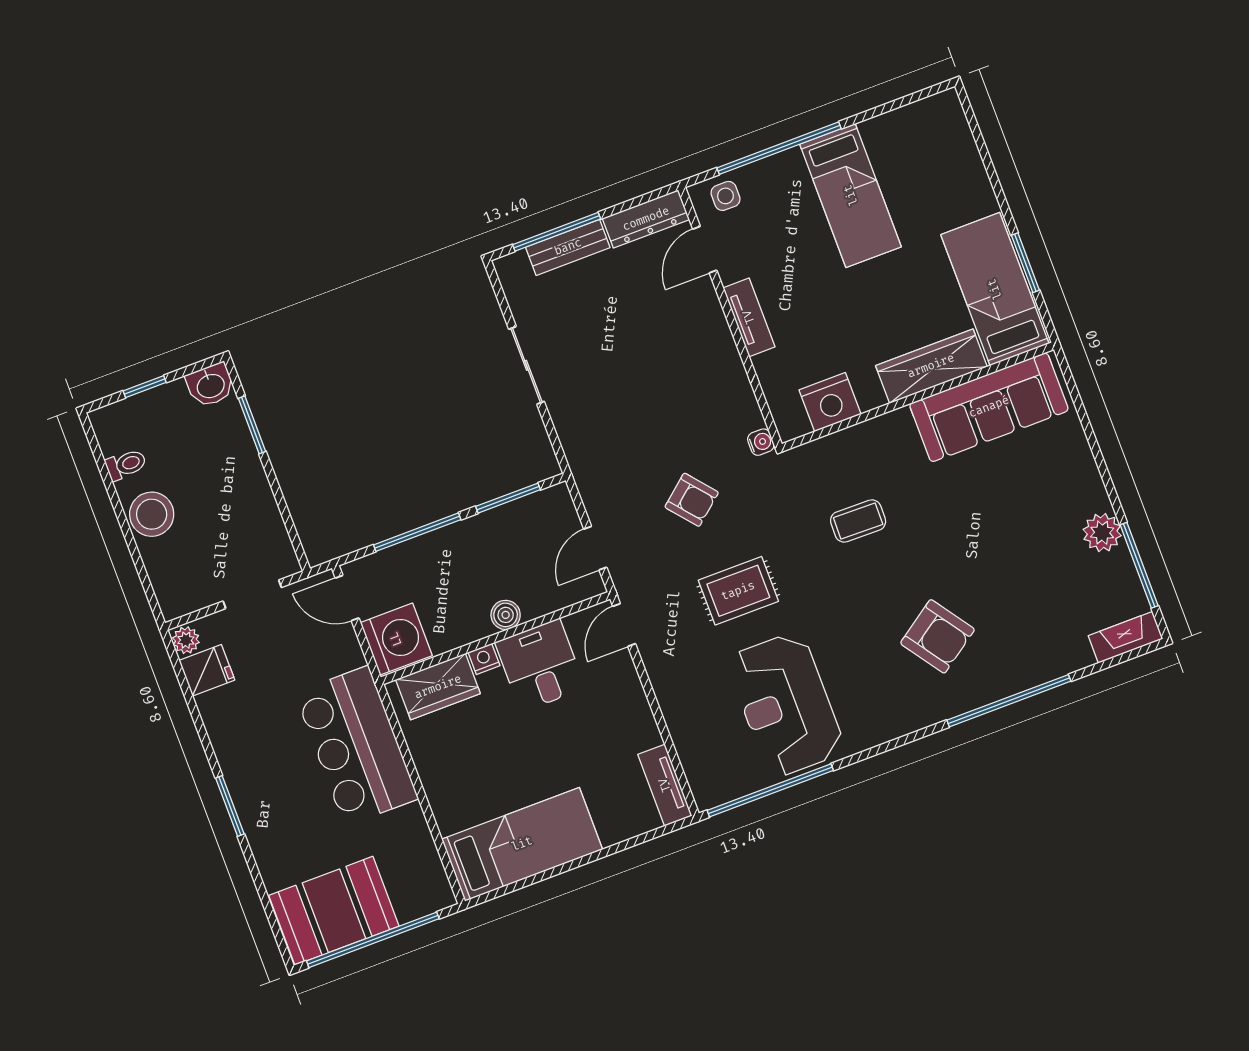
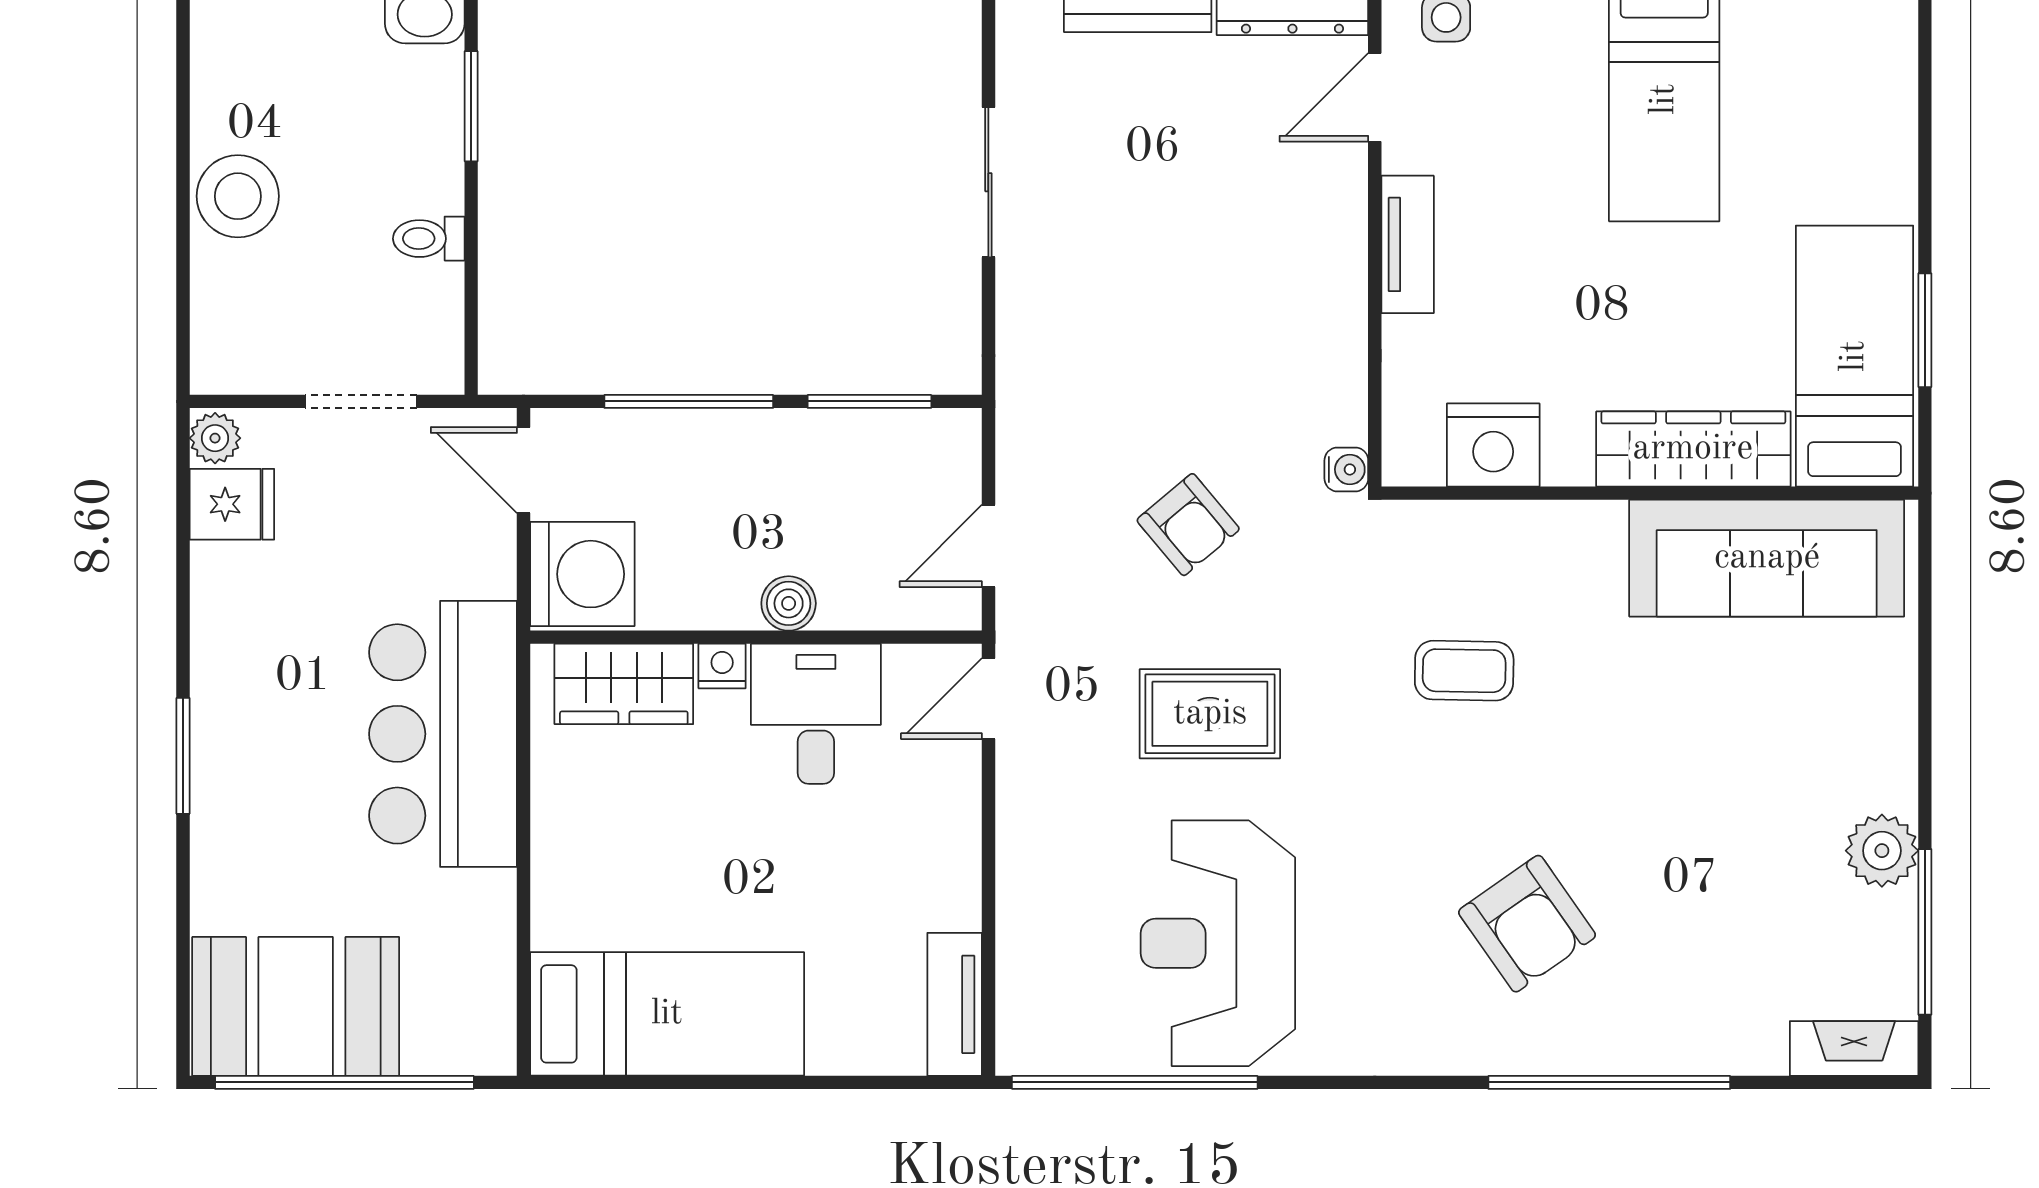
toilet: (126, 465) -> (429, 239), moved, turned 180

